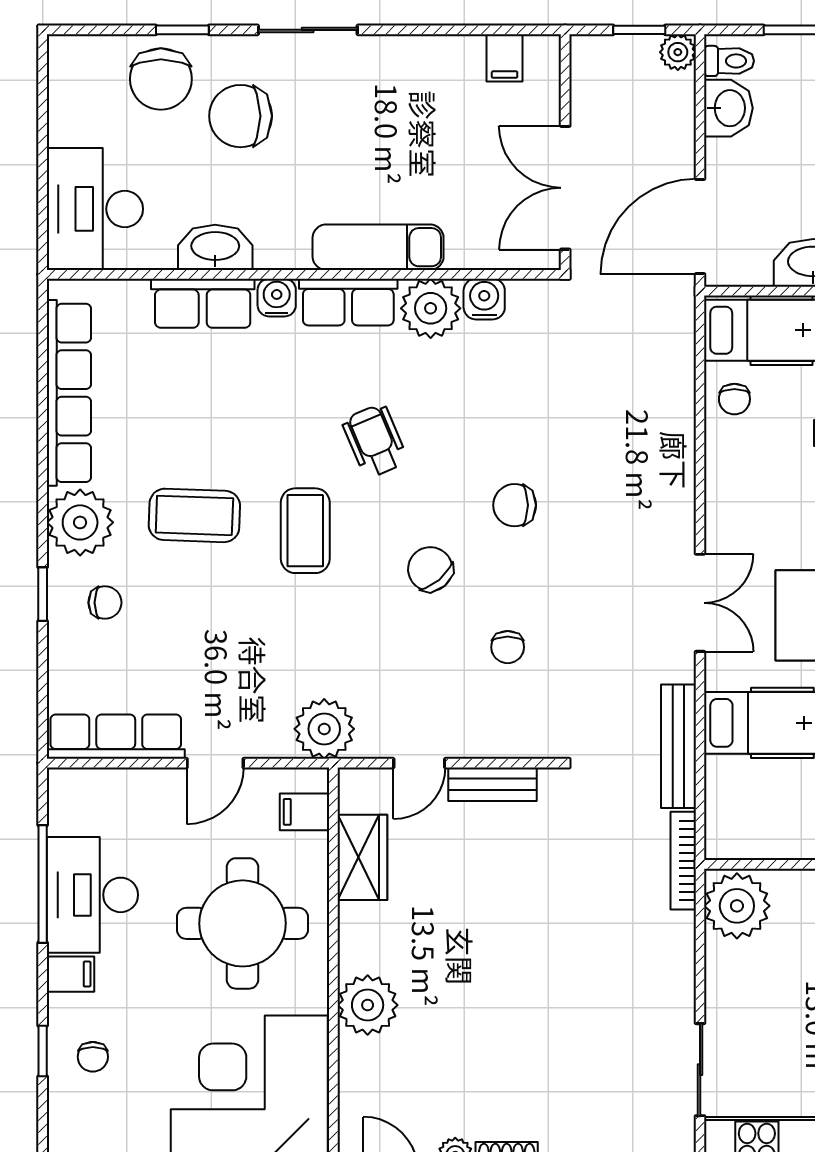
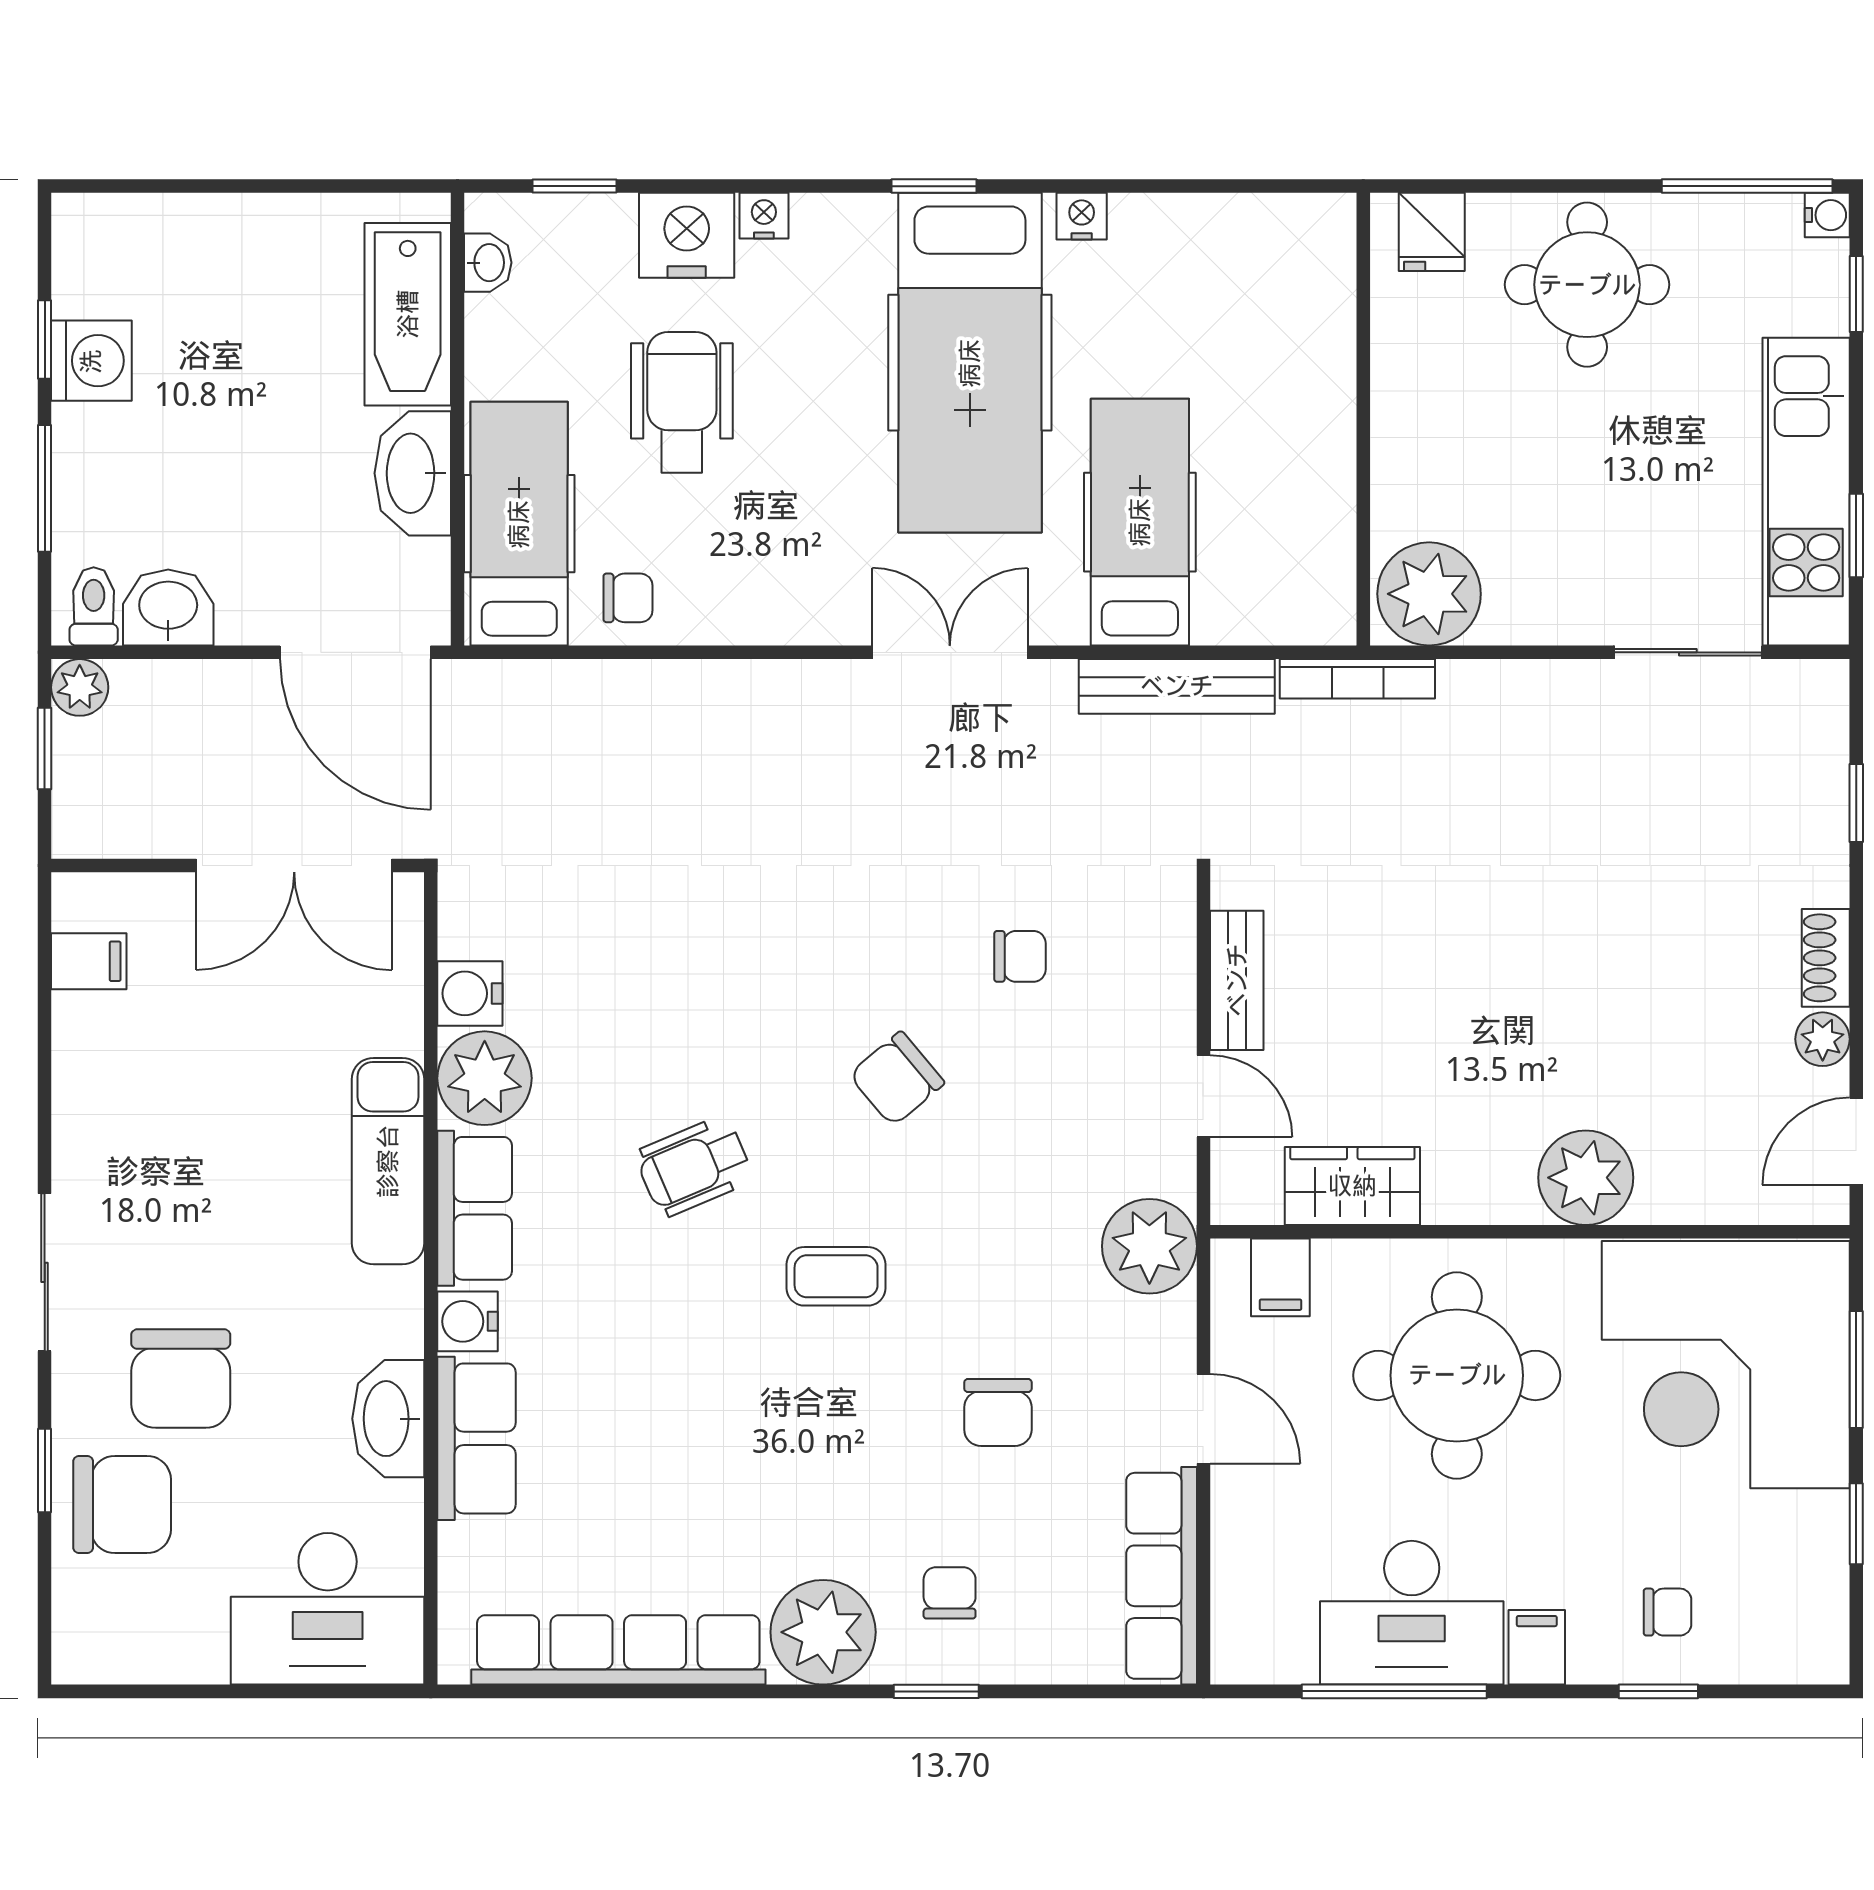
chair: (515, 505) -> (998, 1412), moved
coffee table: (194, 515) -> (812, 1451), removed
coffee table: (305, 531) -> (836, 1276), width x0.73, depth x0.77

